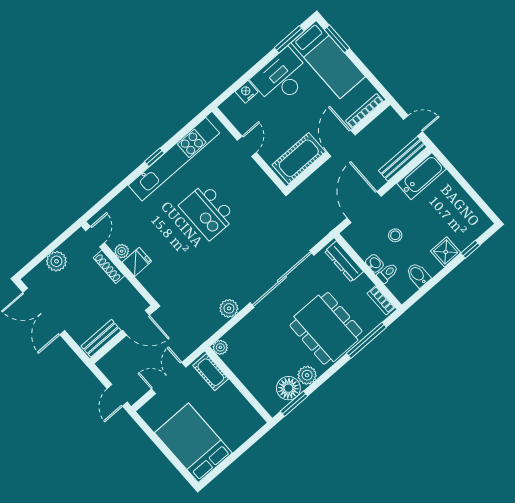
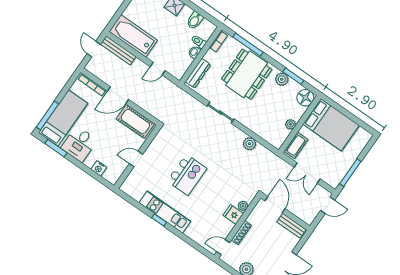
window: (337, 39) -> (47, 116), width x1.44
desk: (282, 78) -> (79, 144), width x0.73
kitchen unit: (174, 159) -> (165, 212), width x0.73
bathtub: (421, 176) -> (133, 36), width x1.36, depth x1.36
door: (364, 207) -> (158, 69), width x0.53
stool: (395, 235) -> (172, 43), removed
plant: (122, 251) -> (243, 206), moved
sliding door: (282, 279) -> (220, 113), width x0.54
plant: (220, 347) -> (291, 124), moved
floor lamp: (288, 388) -> (305, 98), moved
window: (294, 404) -> (293, 76), moved
window: (155, 438) -> (350, 173), added
bed: (193, 443) -> (331, 125), moved, turned -90

